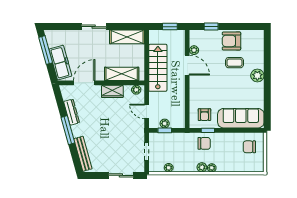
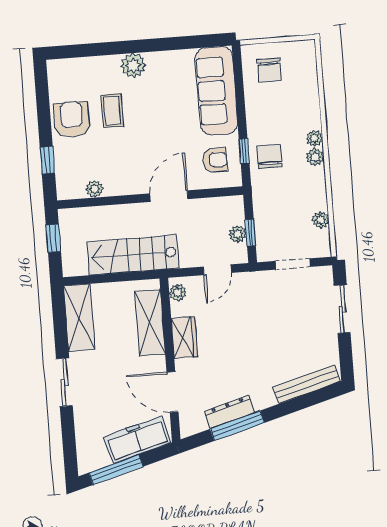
armchair: (231, 41) -> (72, 119), turned 180
door: (187, 65) -> (169, 196), moved
window: (68, 130) -> (237, 426), moved

